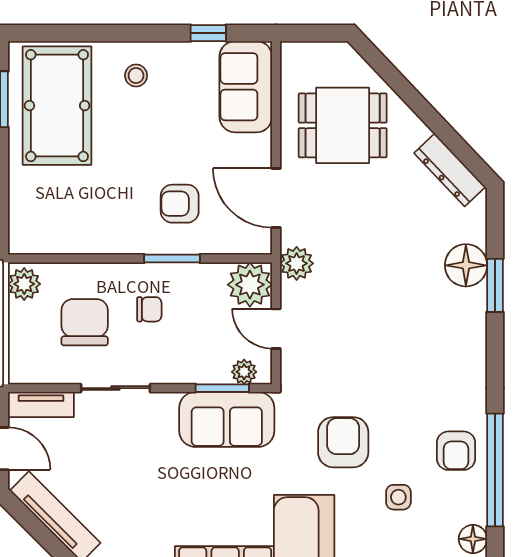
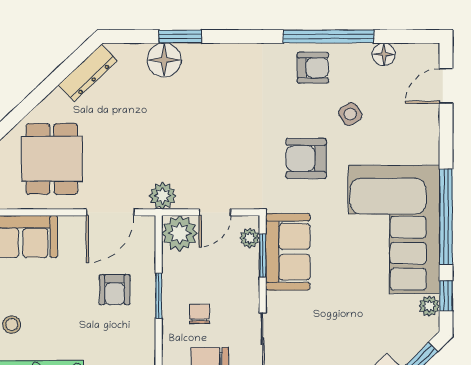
side table: (398, 497) -> (350, 114), turned -34

